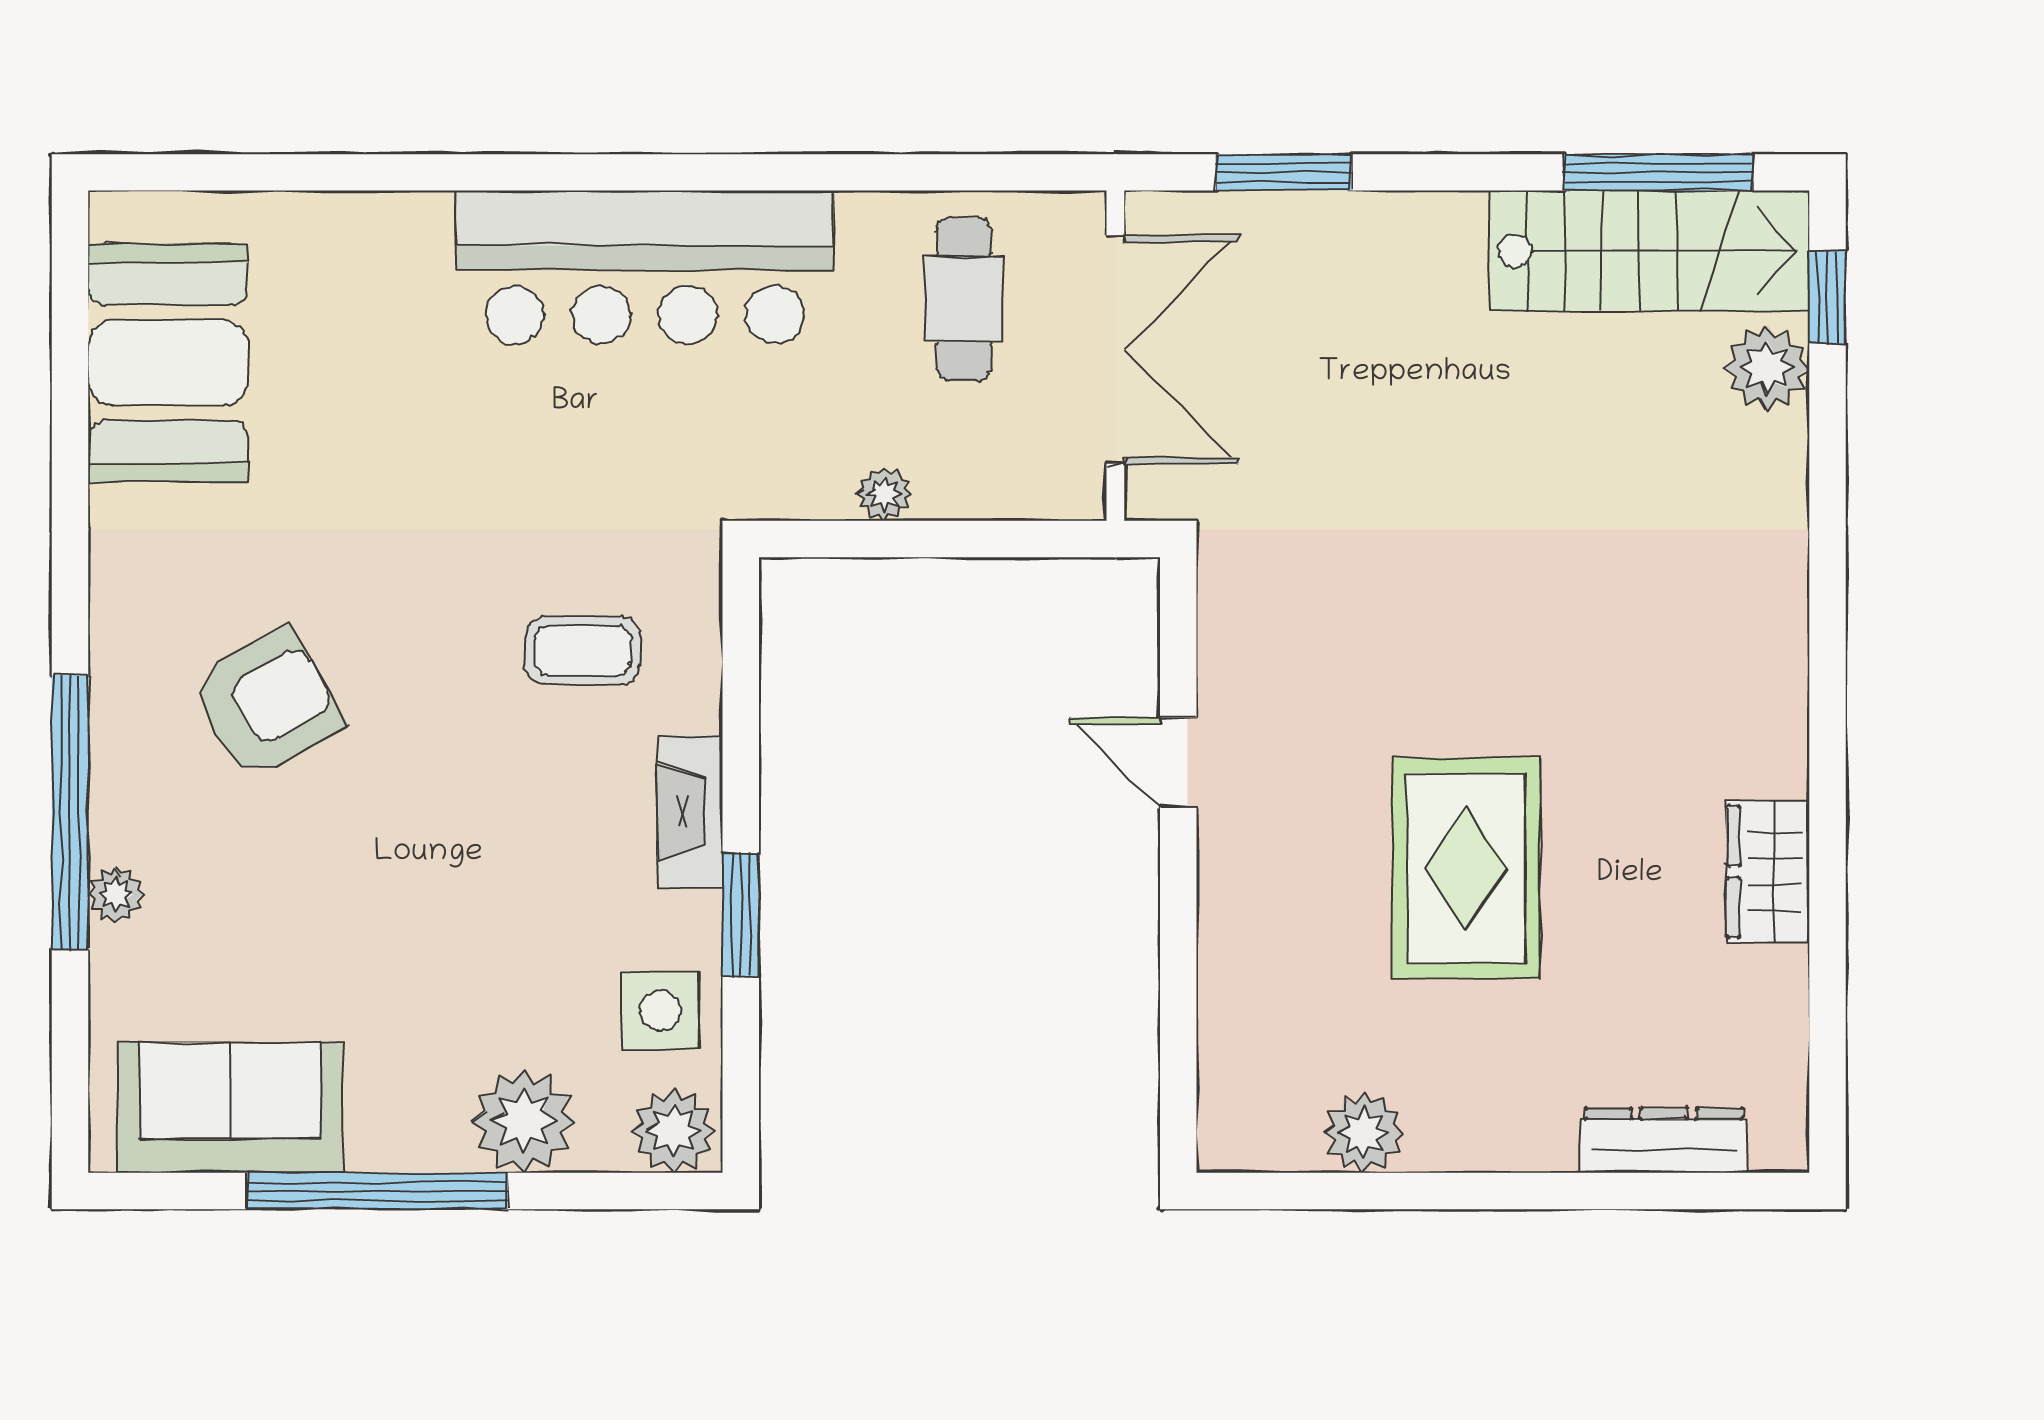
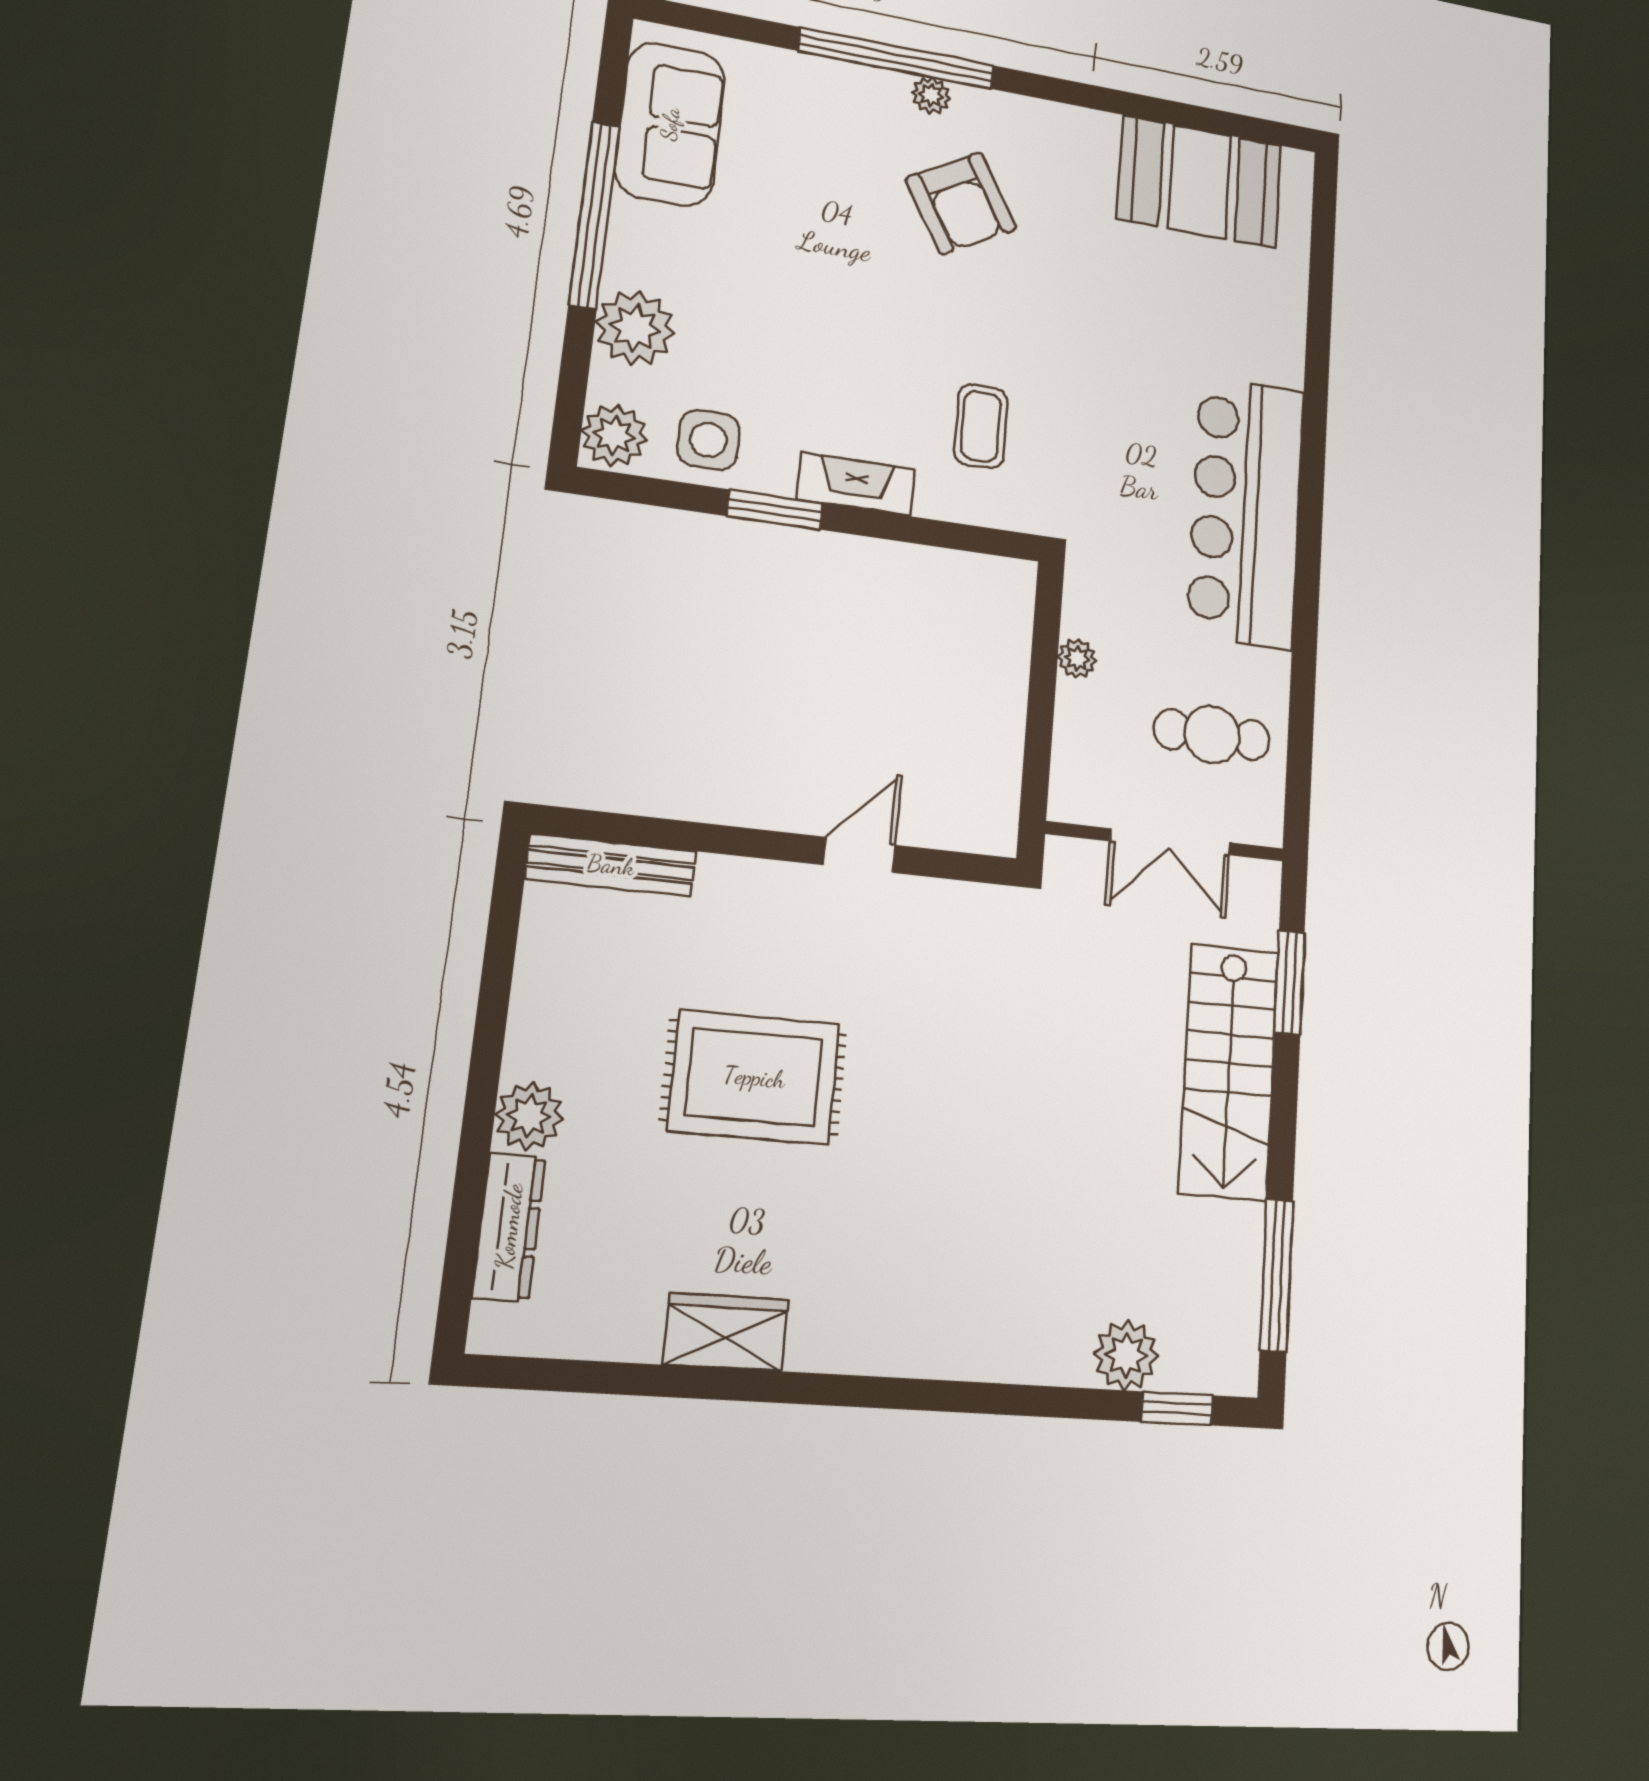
stairs: (1649, 251) -> (1229, 1072), moved
double door: (1115, 350) -> (1170, 842), width x0.73
plant: (116, 895) -> (931, 96), moved
bench: (1225, 1071) -> (611, 865), added
plant: (1364, 1133) -> (529, 1116), moved

